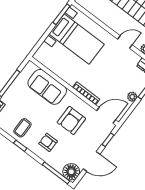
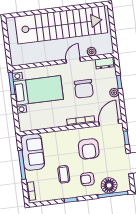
chair: (112, 71) -> (84, 89), added
sofa: (47, 87) -> (33, 152), moved, turned -90
coffee table: (22, 128) -> (64, 174), moved
floor lamp: (71, 172) -> (109, 185), moved

